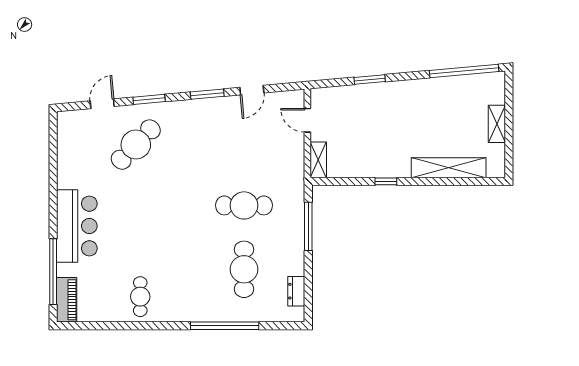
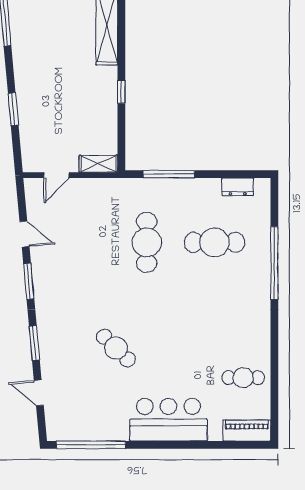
cafe table: (136, 145) -> (116, 348), moved, width x0.73, depth x0.74
window: (53, 272) -> (91, 445), moved
cafe table: (140, 297) -> (243, 378), moved

